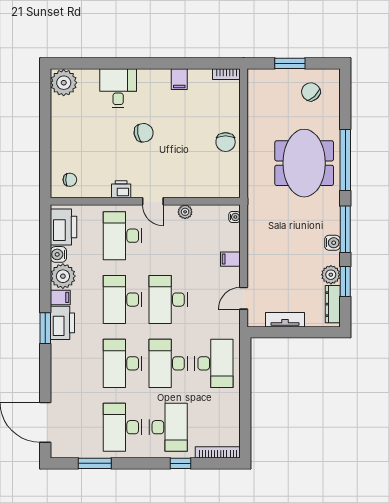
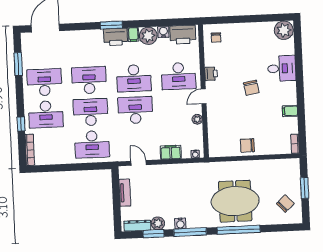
desk: (122, 236) -> (179, 76), turned 180
filing cabinet: (230, 259) -> (171, 152), width x2.00
desk: (122, 300) -> (134, 78), turned 180

